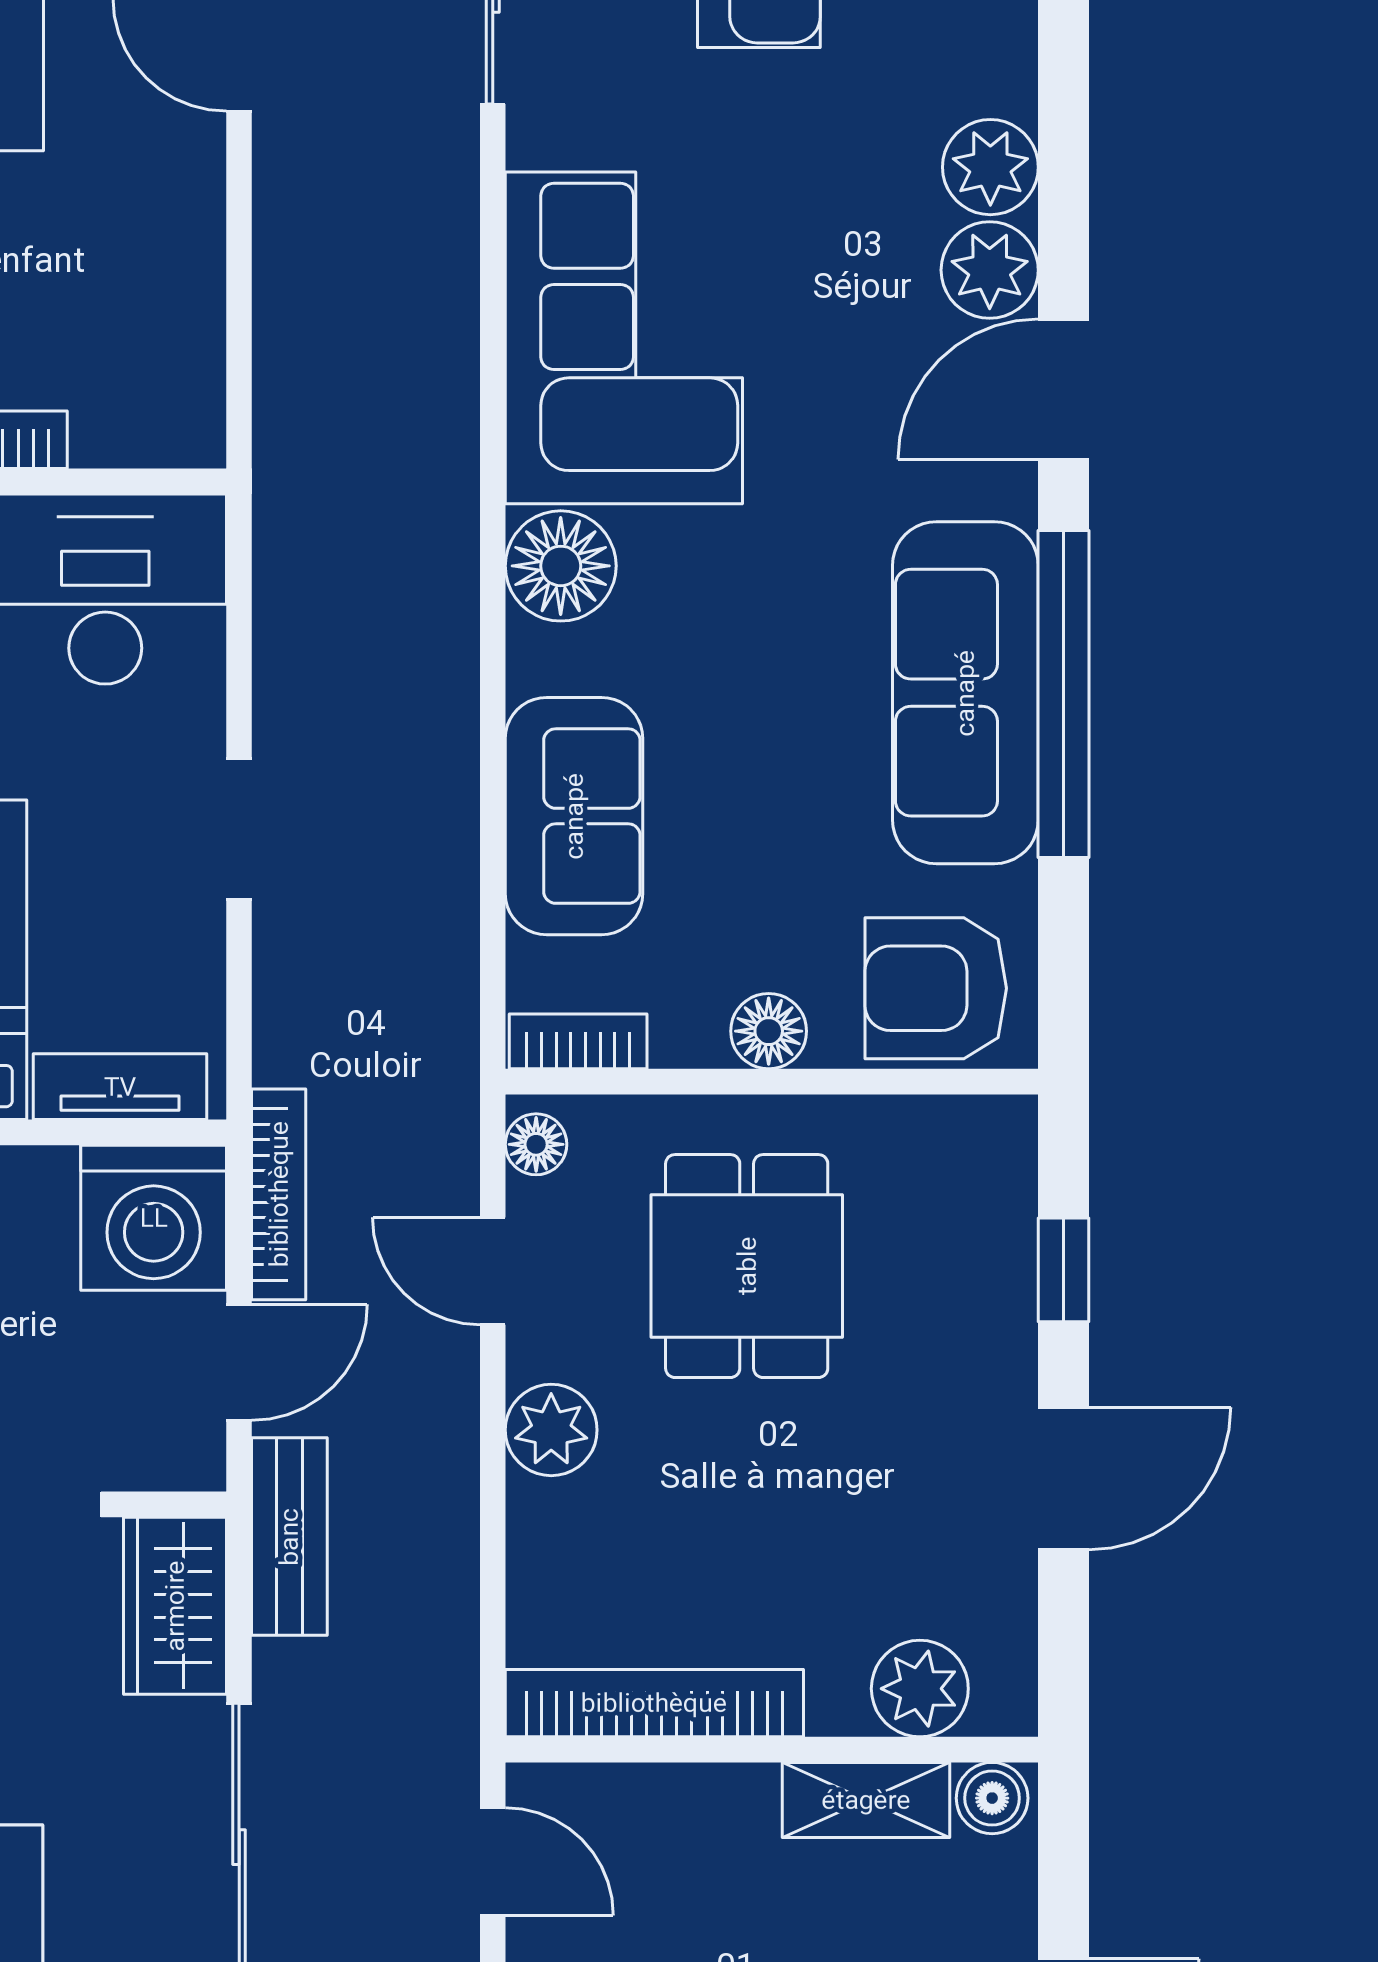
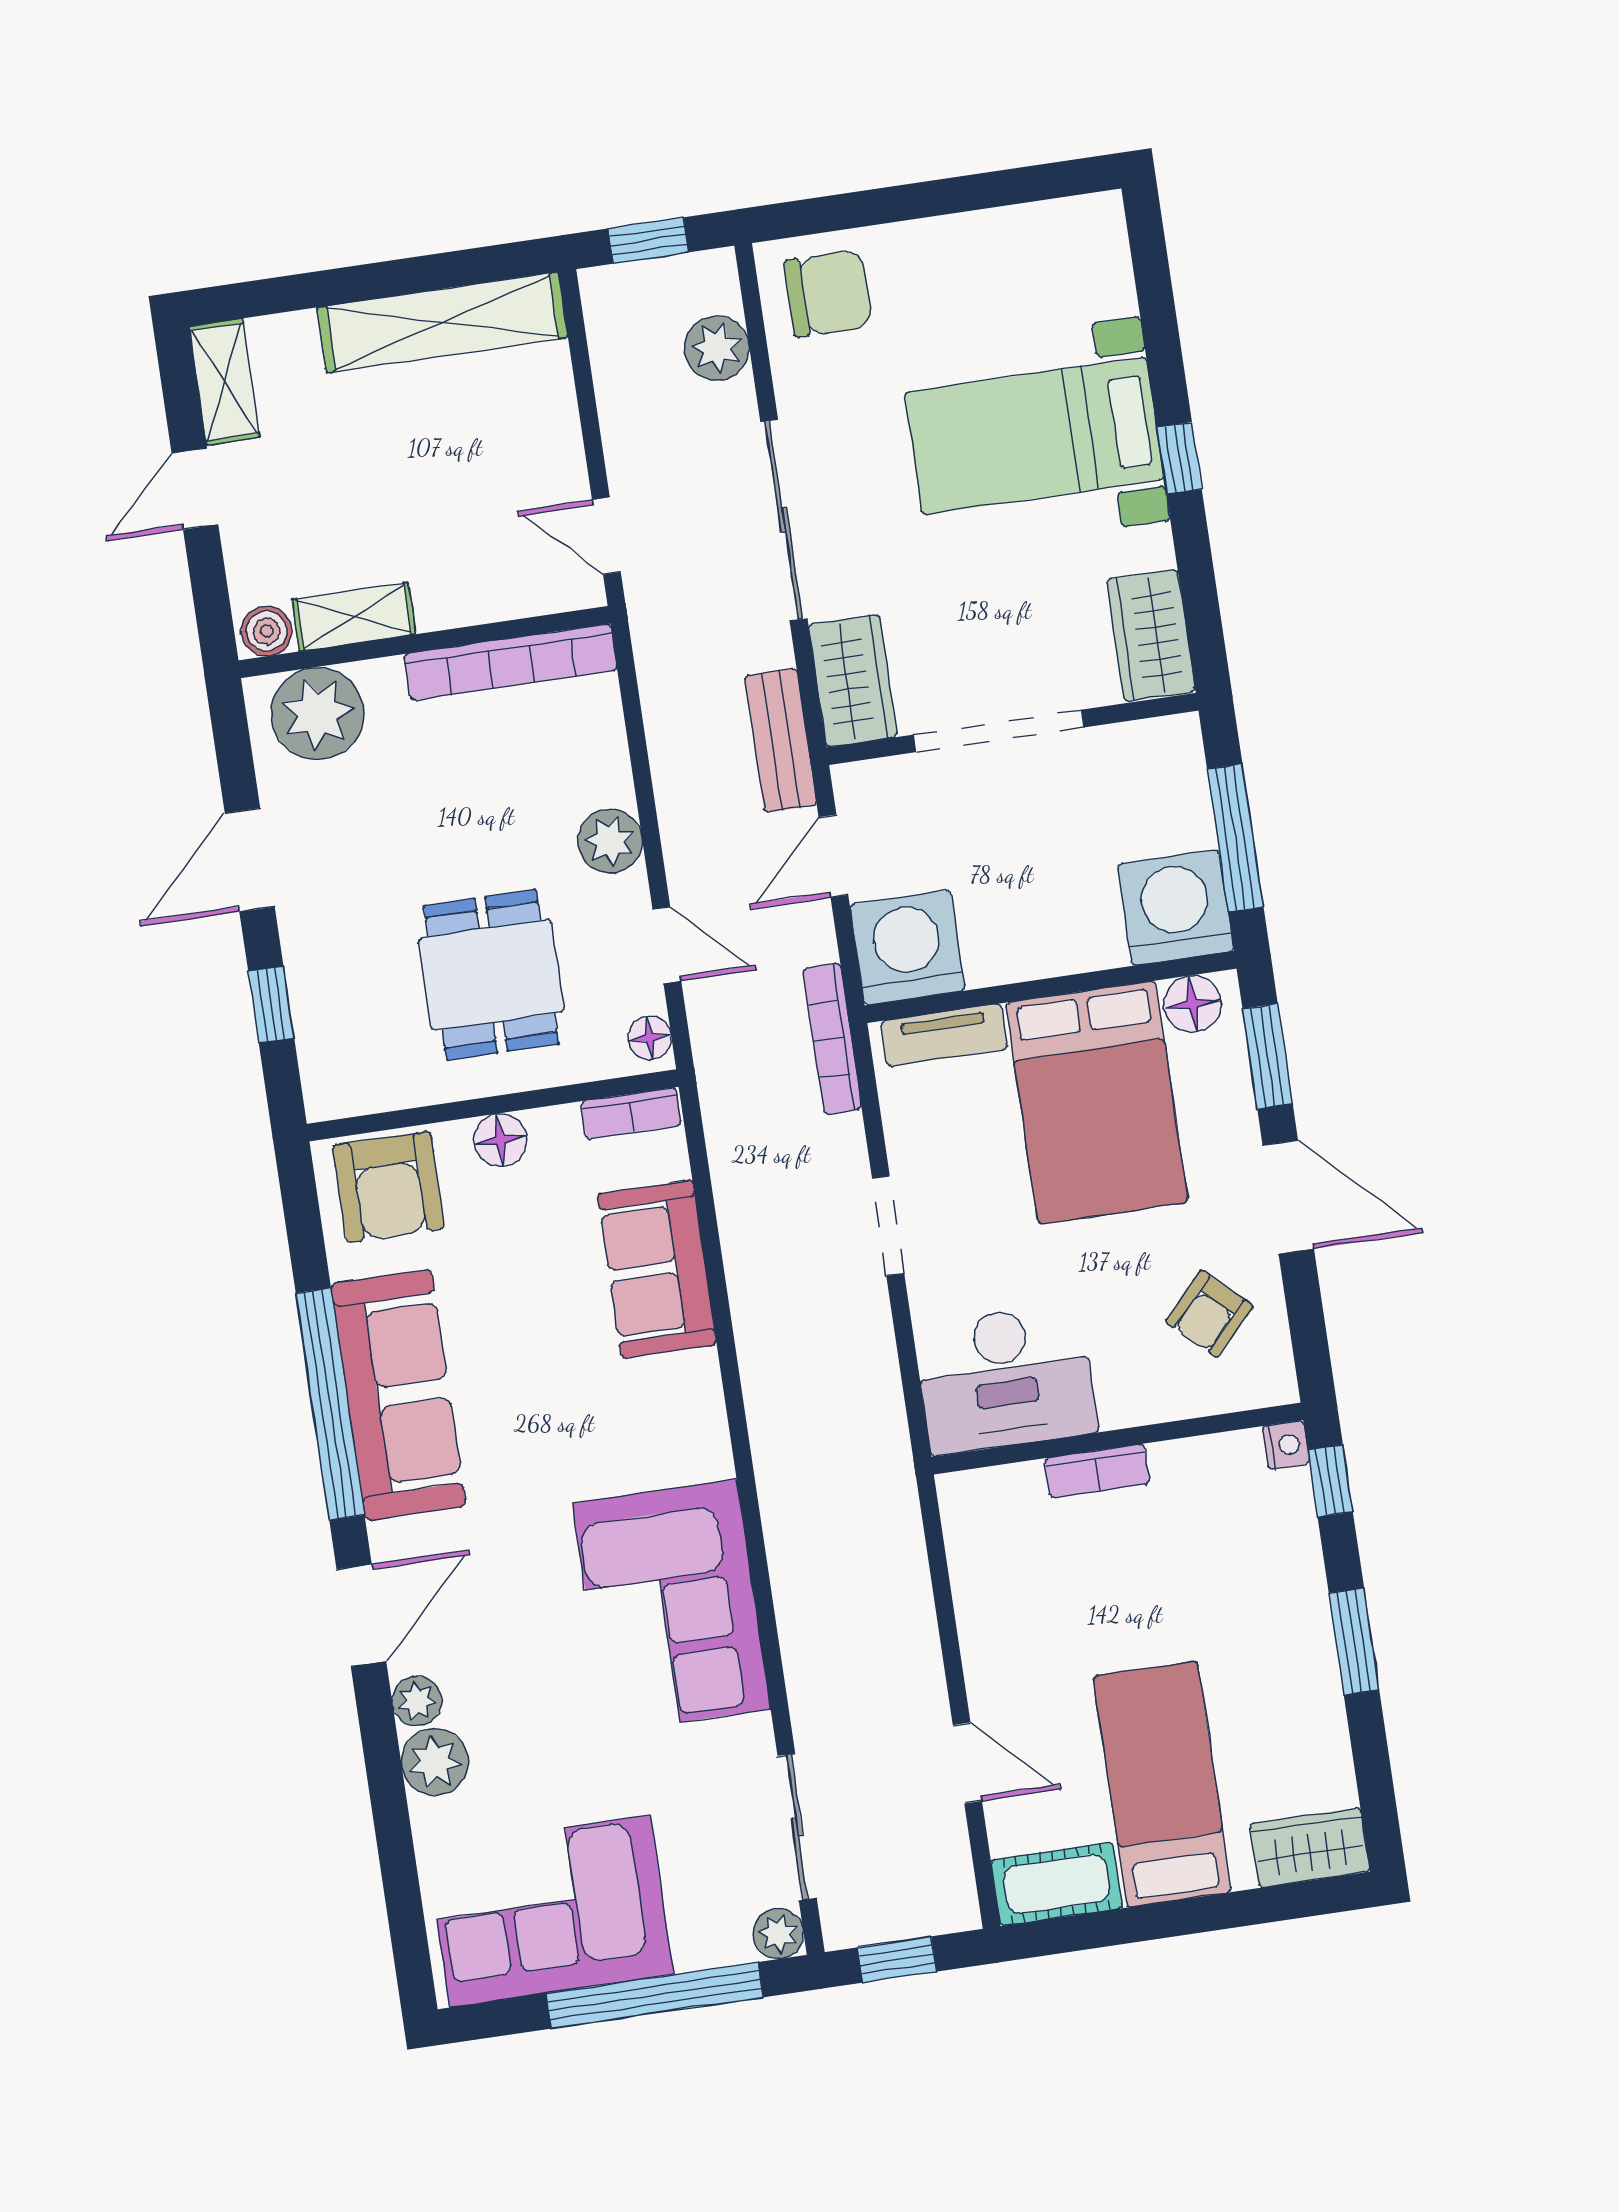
plant: (990, 270) -> (417, 1701), width x0.73, depth x0.73
floor lamp: (561, 566) -> (692, 1441), removed
armchair: (936, 988) -> (389, 1187), turned 90
bookcase: (279, 1194) -> (832, 1039), moved
plant: (920, 1689) -> (317, 714), width x1.36, depth x1.36

